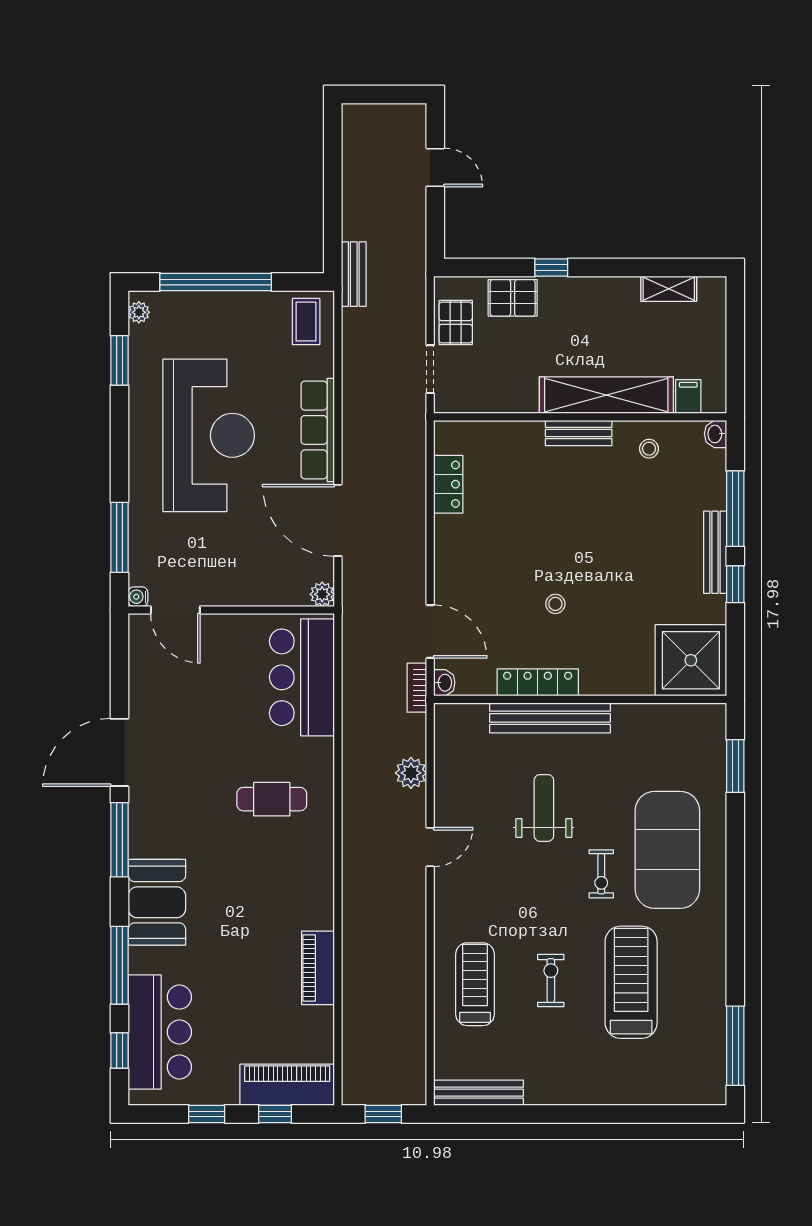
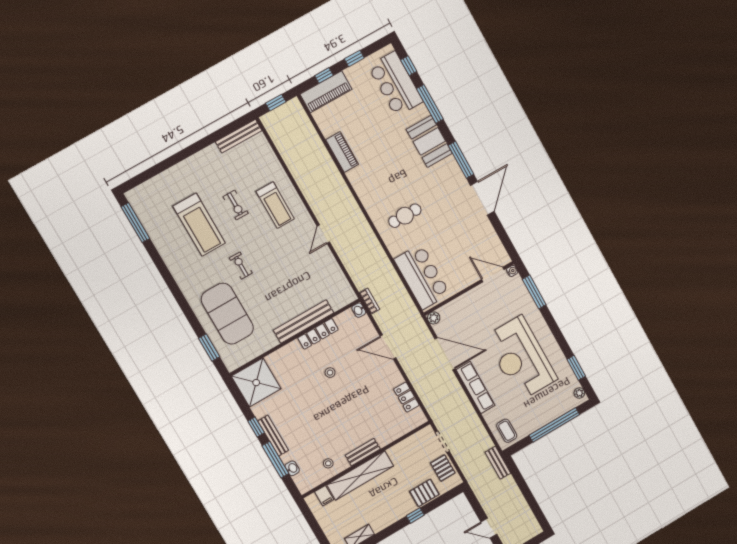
washbasin: (715, 434) -> (292, 468), moved
door: (430, 632) -> (388, 347), moved
plant: (411, 773) -> (351, 262), removed
weight bench: (544, 808) -> (283, 280), removed
exercise mat: (667, 850) -> (227, 314), moved
treadmill: (475, 984) -> (275, 205), moved

